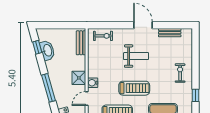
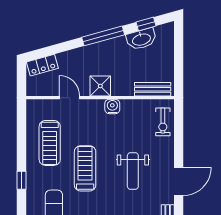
water cooler: (93, 83) -> (112, 106), moved
window: (49, 88) -> (103, 36), moved
treadmill: (134, 88) -> (85, 168), turned 180

